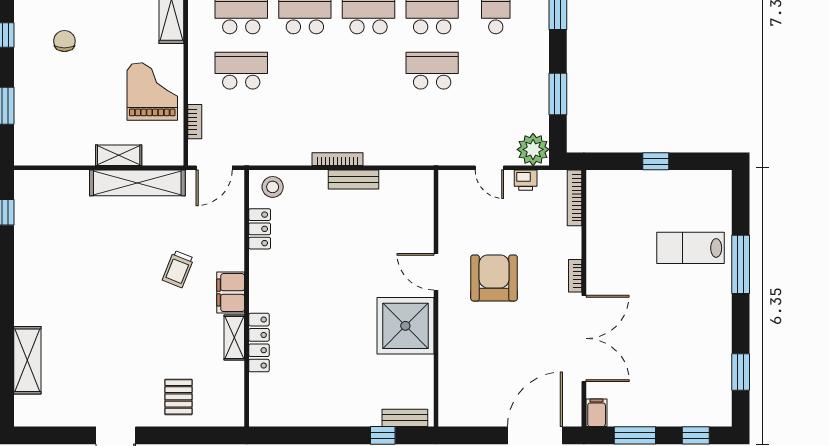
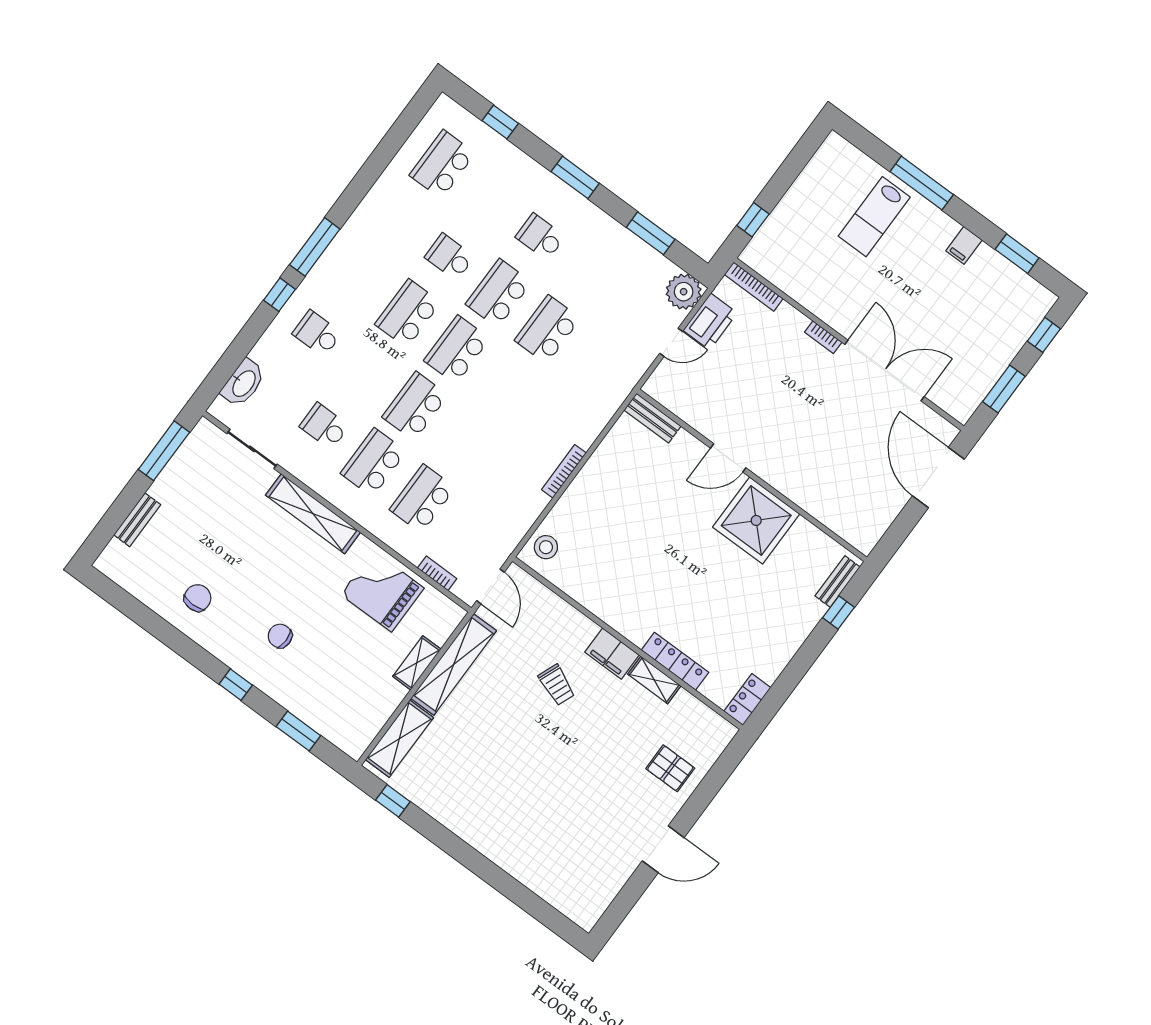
window: (656, 161) -> (753, 220), moved
bench: (354, 180) -> (653, 418), moved, turned 90
printer: (526, 180) -> (710, 322), width x1.87, depth x1.48
locker: (260, 229) -> (747, 699), moved, turned -90
armchair: (494, 278) -> (772, 411), removed
shelving: (27, 360) -> (399, 739), moved, turned 90
filing cabinet: (597, 413) -> (964, 245), moved, turned -90

